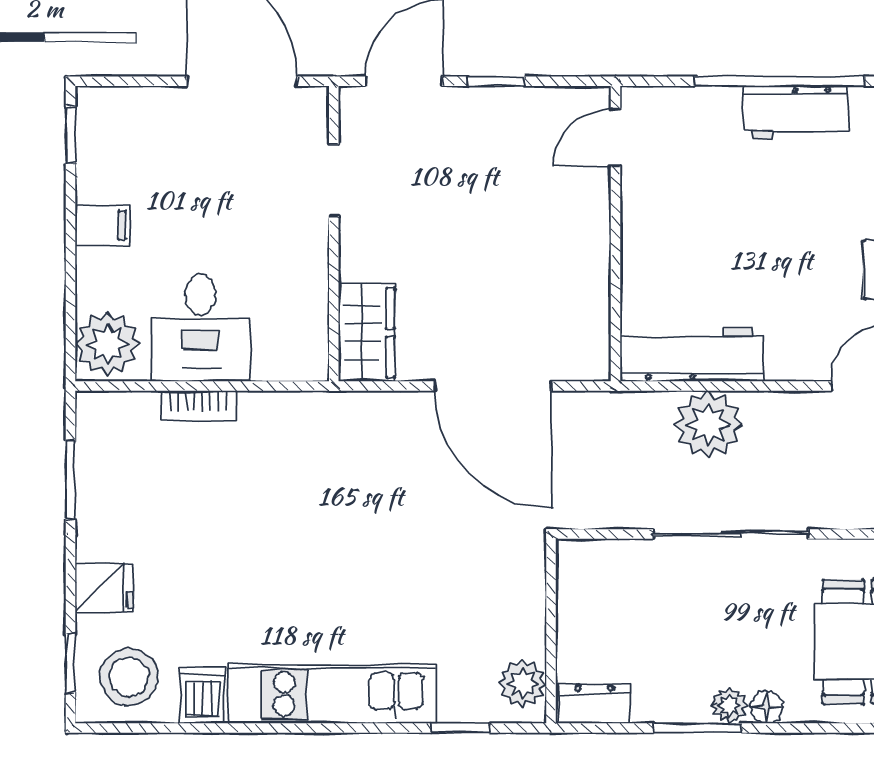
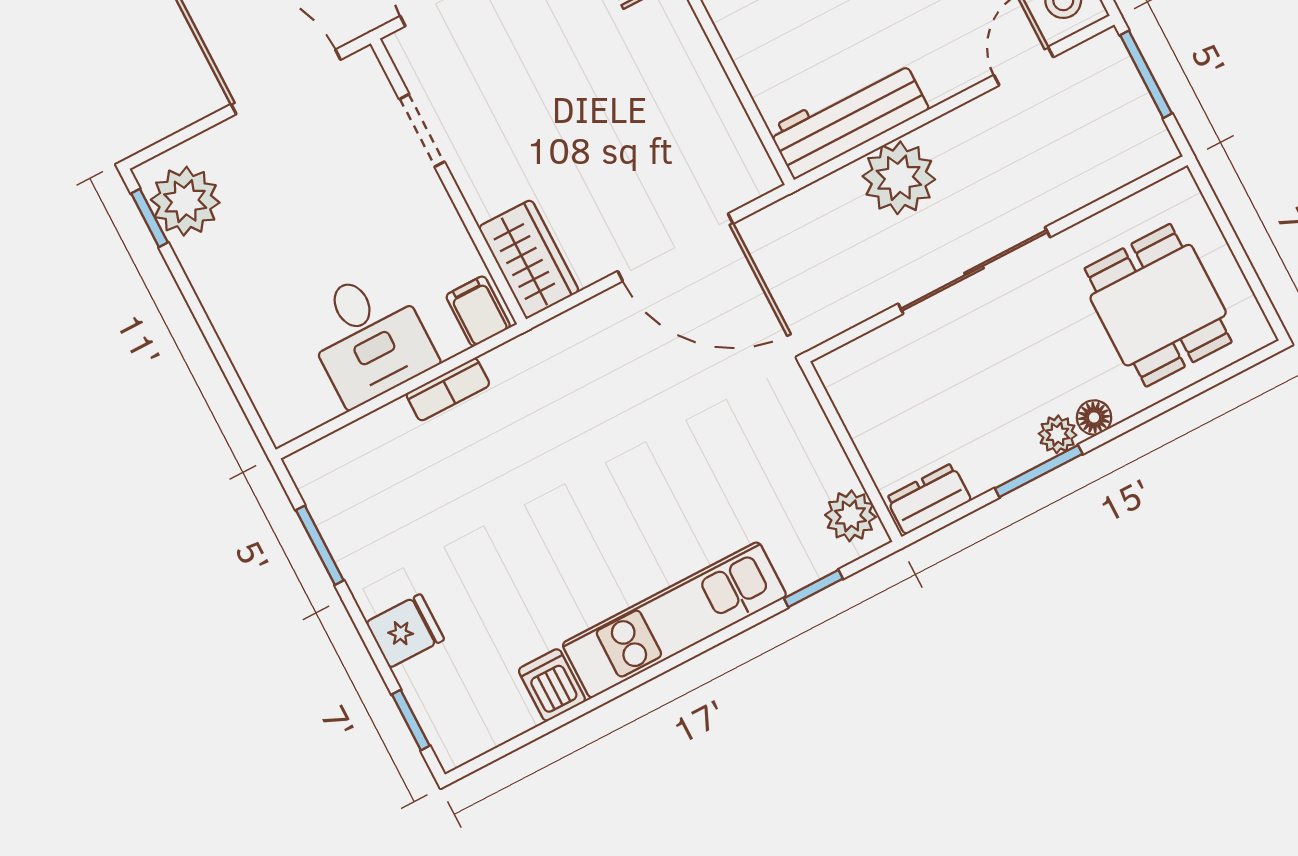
filing cabinet: (103, 225) -> (478, 311), moved, turned -90
plant: (107, 344) -> (185, 201), moved
bookcase: (198, 406) -> (448, 389), moved
stool: (129, 677) -> (473, 704), removed

